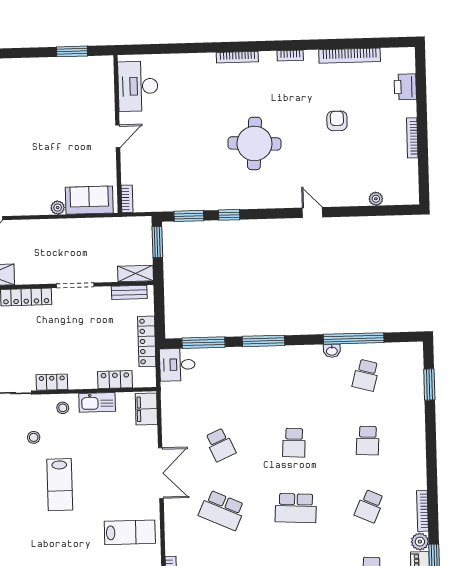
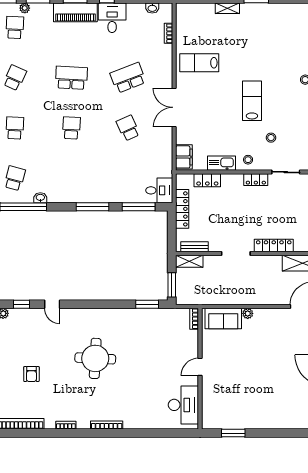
window: (229, 215) -> (22, 304), moved
school desk: (222, 510) -> (128, 78), turned -45

